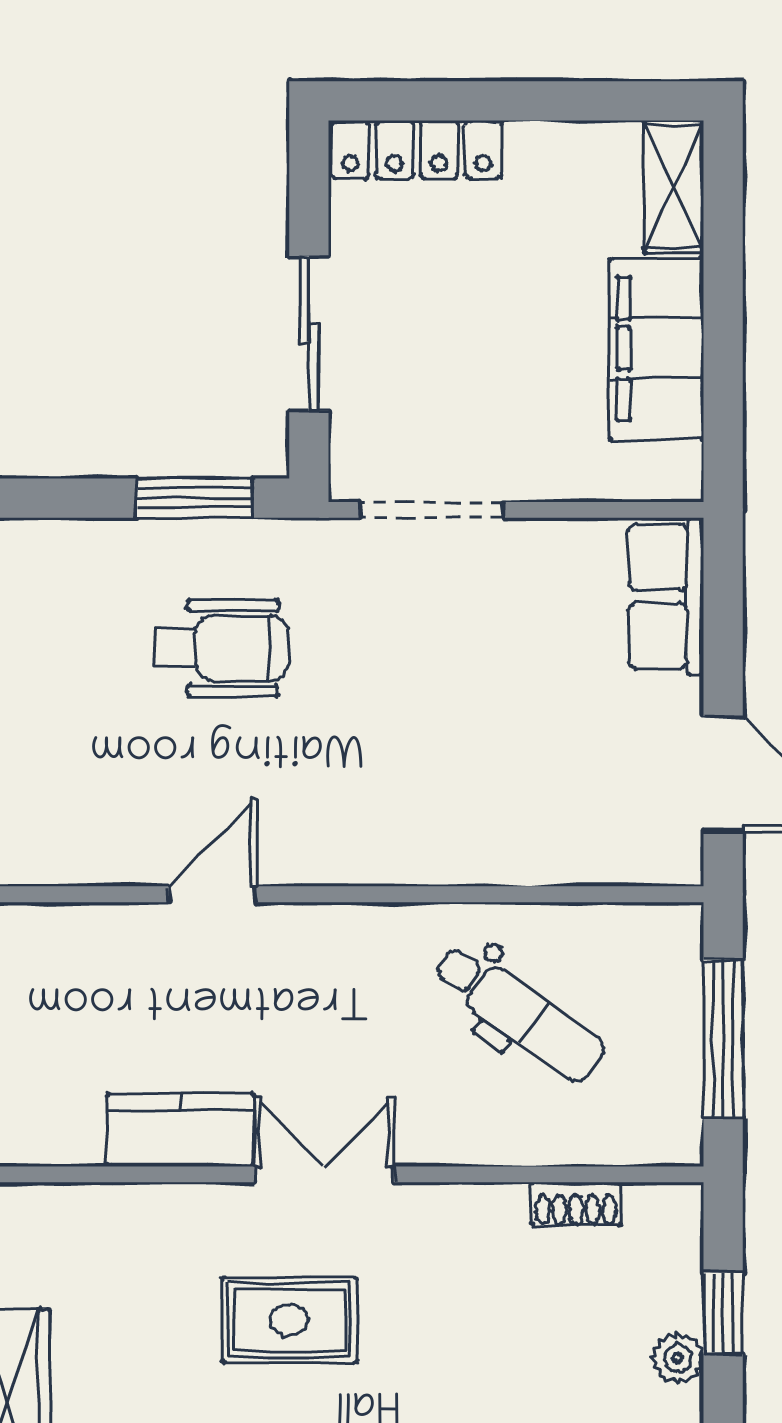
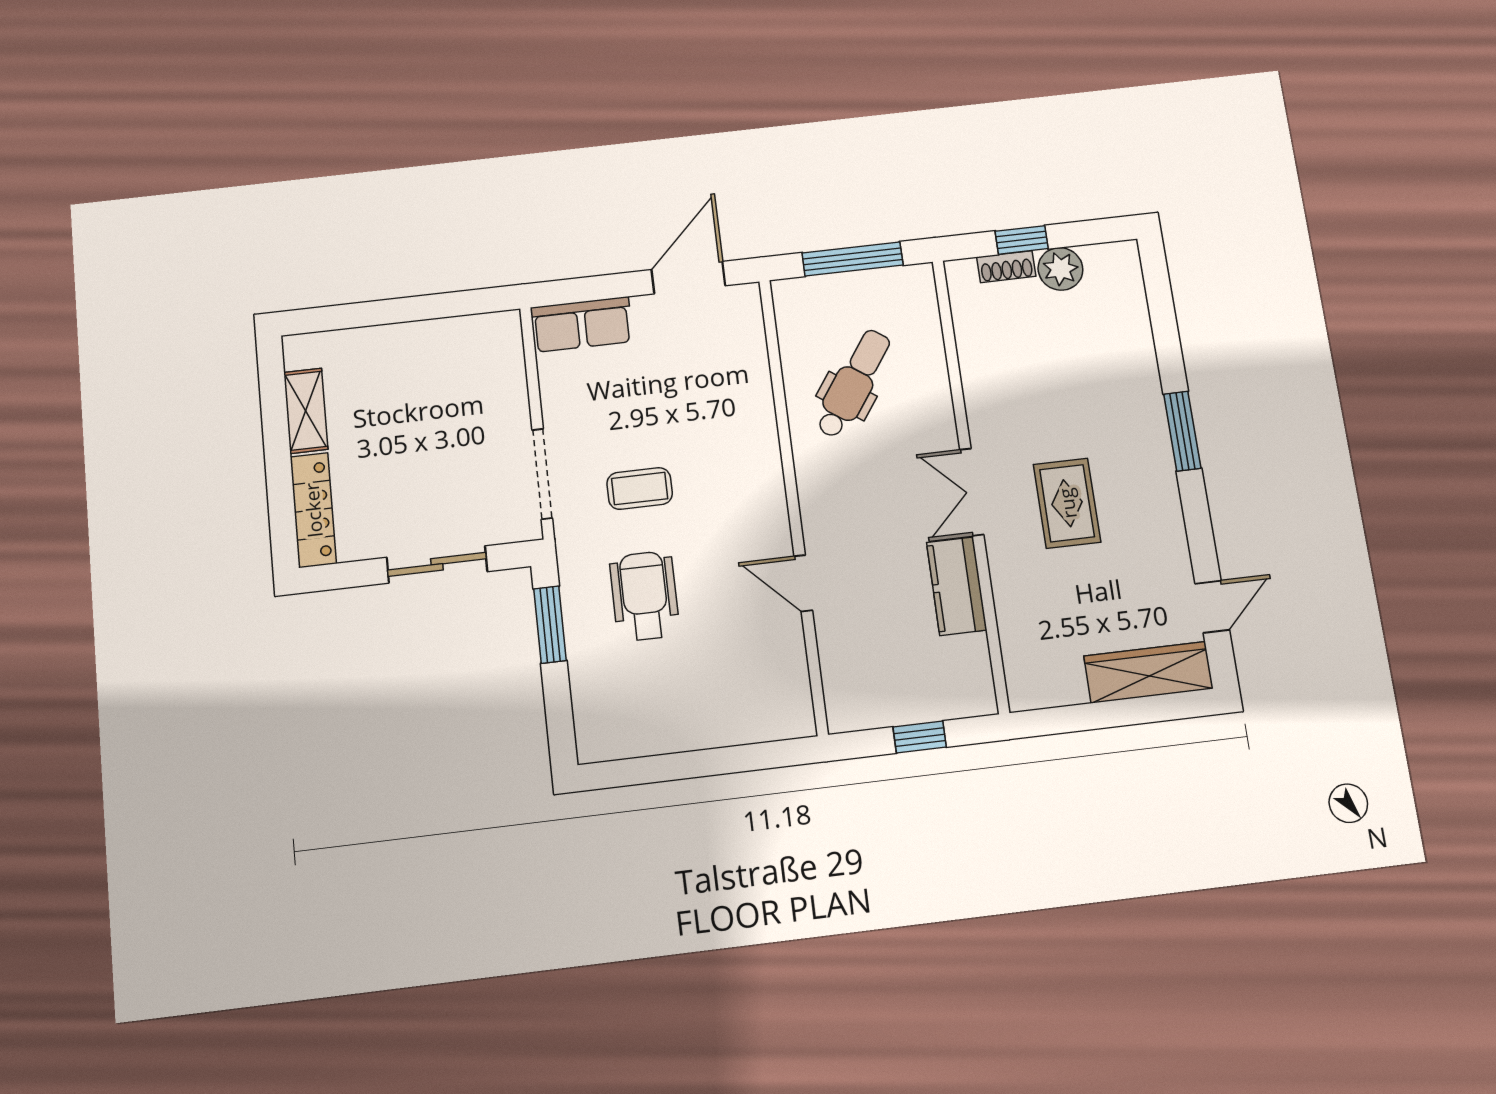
shelving: (674, 187) -> (306, 411), moved, turned 90
filing cabinet: (657, 349) -> (427, 348), removed
coffee table: (391, 659) -> (640, 489), added
shoe rack: (576, 1204) -> (1006, 267), moved, turned 90
plant: (678, 1358) -> (1060, 269), width x1.38, depth x1.38

